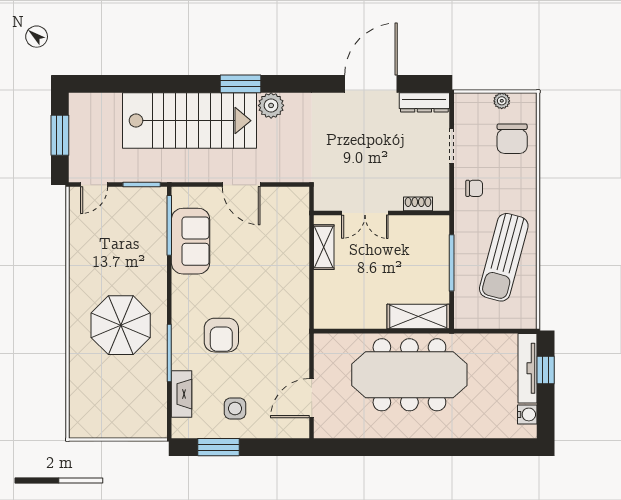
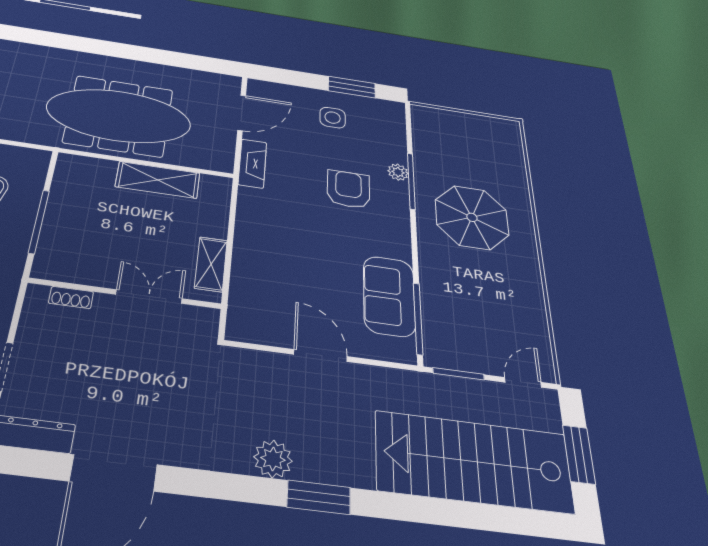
stairs: (190, 121) -> (474, 462), moved
shelving: (418, 317) -> (158, 180), moved
plant: (180, 360) -> (398, 172), added
fireplace: (182, 394) -> (252, 163), moved, turned 180

